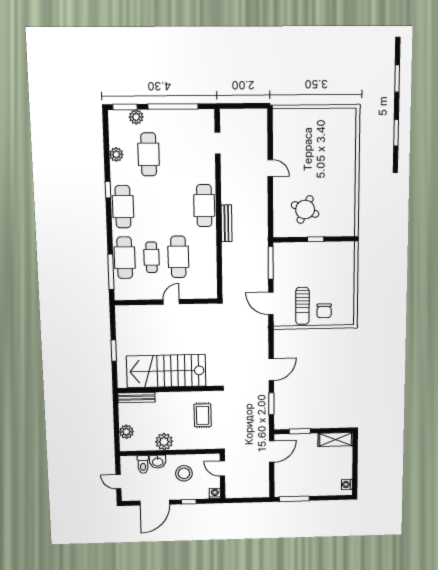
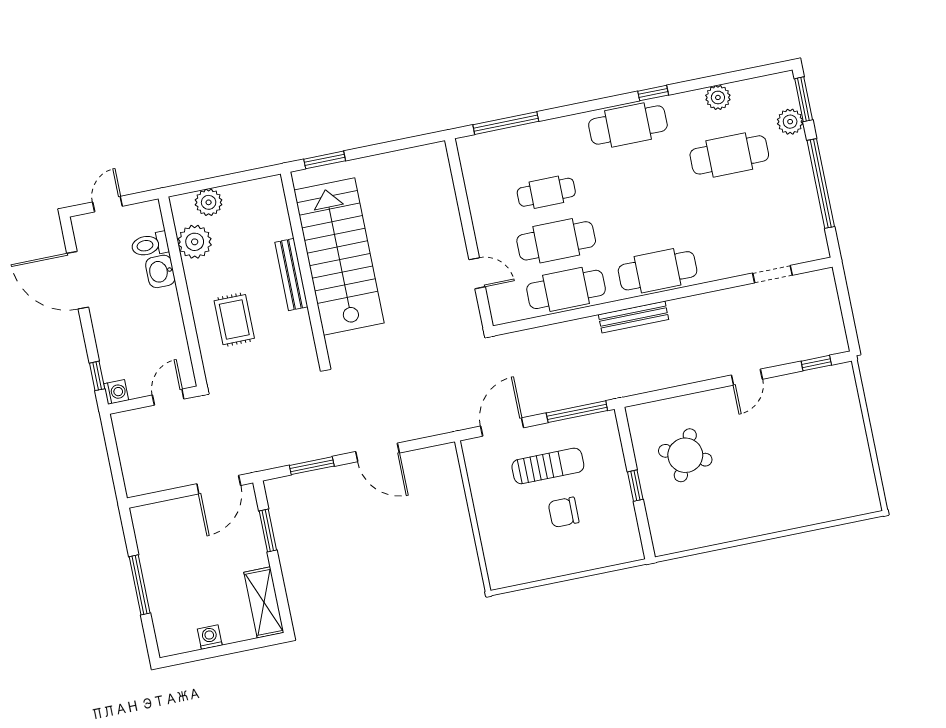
window: (270, 128) -> (816, 363), added
cafe table: (125, 258) -> (566, 289), moved
door: (171, 302) -> (477, 273), moved
sun lounger: (302, 306) -> (548, 466), moved, turned 180
chair: (324, 311) -> (564, 512), moved
window: (114, 350) -> (325, 160), moved
bench: (136, 398) -> (291, 275), moved
rug: (203, 415) -> (234, 320), moved, turned 90
plant: (164, 442) -> (195, 242), moved
door: (272, 451) -> (219, 485), hinge flipped
stool: (184, 473) -> (146, 325), removed
washing machine: (347, 484) -> (210, 637), moved
window: (294, 499) -> (140, 585), moved
window: (189, 502) -> (97, 376), moved

